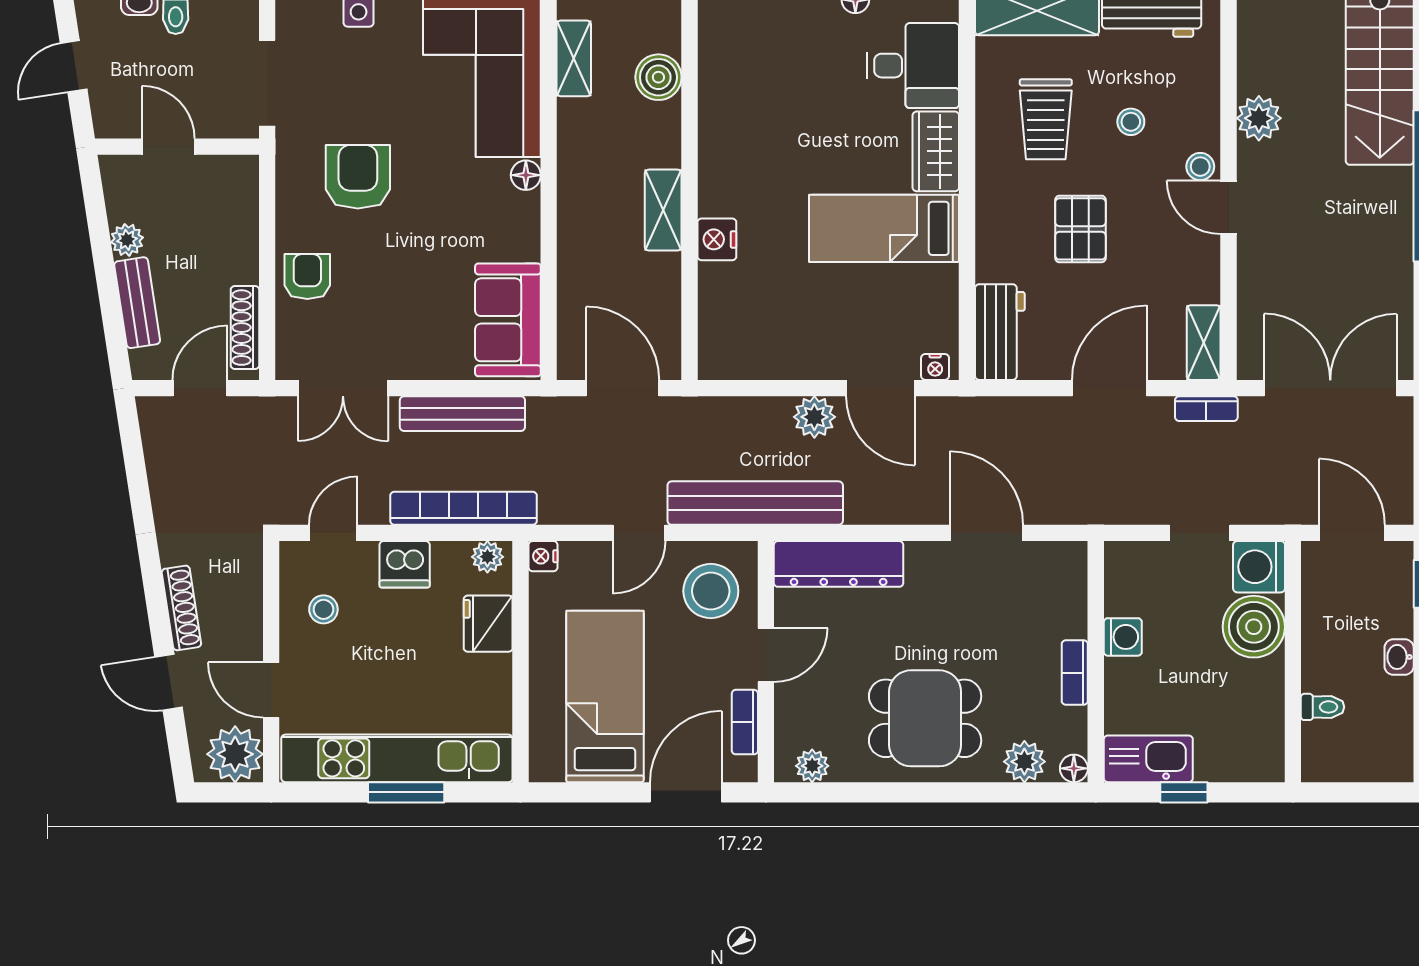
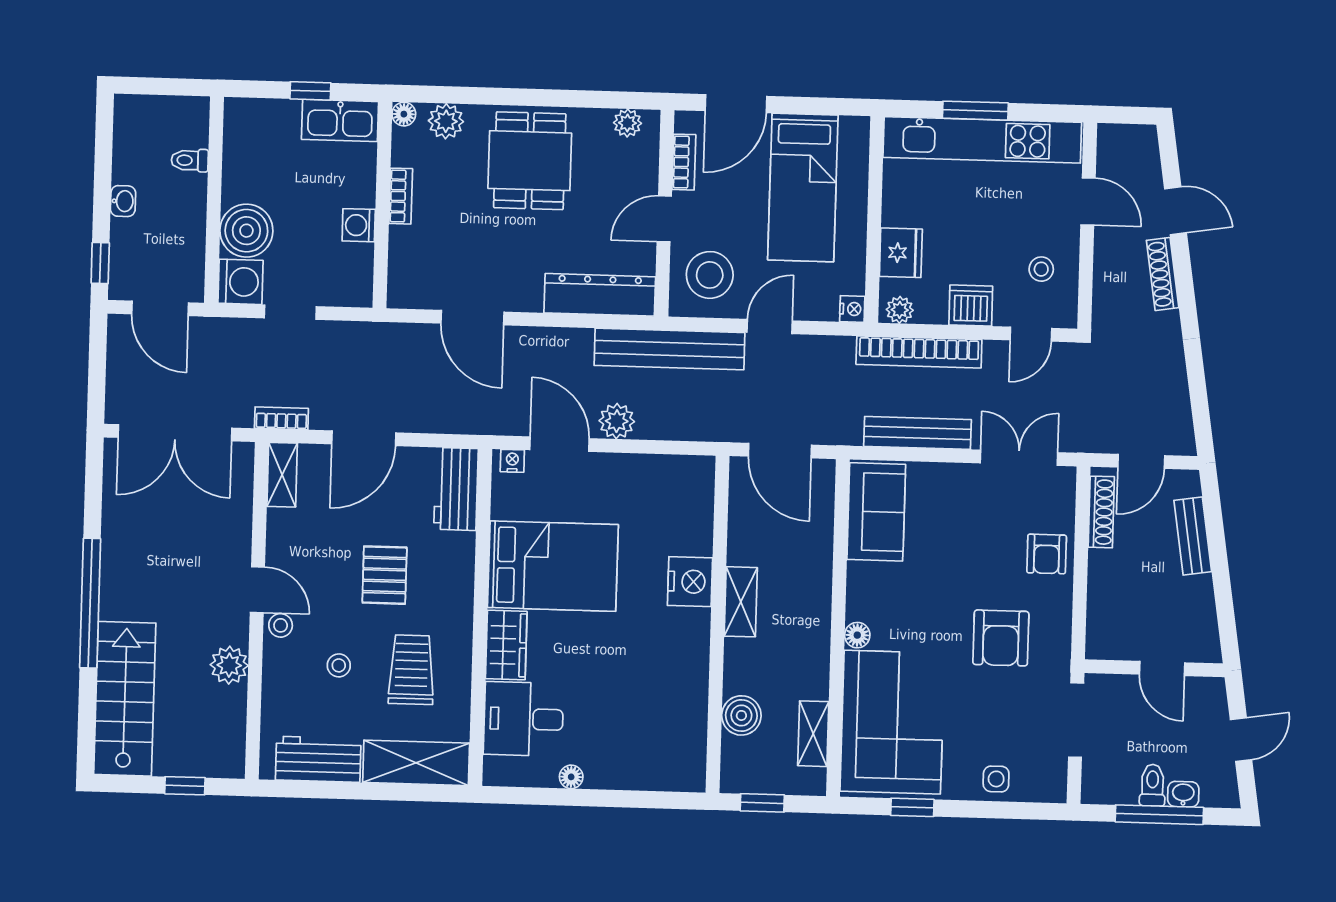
bed: (884, 228) -> (553, 566), width x1.50
nightstand: (717, 239) -> (690, 582), width x1.36, depth x1.33
plant: (127, 240) -> (1200, 590), removed
dining table: (925, 718) -> (530, 161), turned 90
plant: (235, 754) -> (1120, 148), removed

